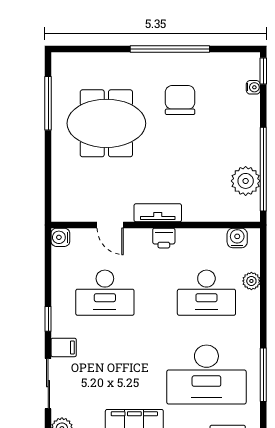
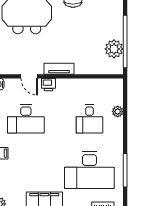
printer: (164, 238) -> (49, 85), moved
water cooler: (237, 238) -> (109, 85), removed
desk: (206, 293) -> (89, 119), width x0.73

